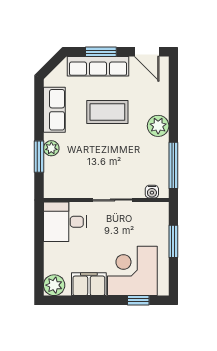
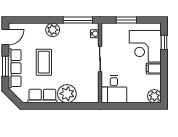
plant: (51, 148) -> (67, 94), width x1.88, depth x1.88
window: (39, 157) -> (72, 106), removed
filing cabinet: (89, 284) -> (154, 69), width x0.50

